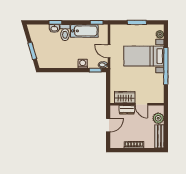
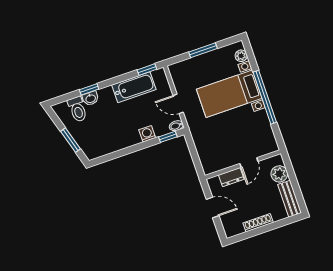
toilet: (65, 33) -> (77, 109), moved
wardrobe: (125, 97) -> (222, 161), removed
door: (141, 104) -> (249, 162), hinge flipped
door: (108, 125) -> (213, 208), hinge flipped

